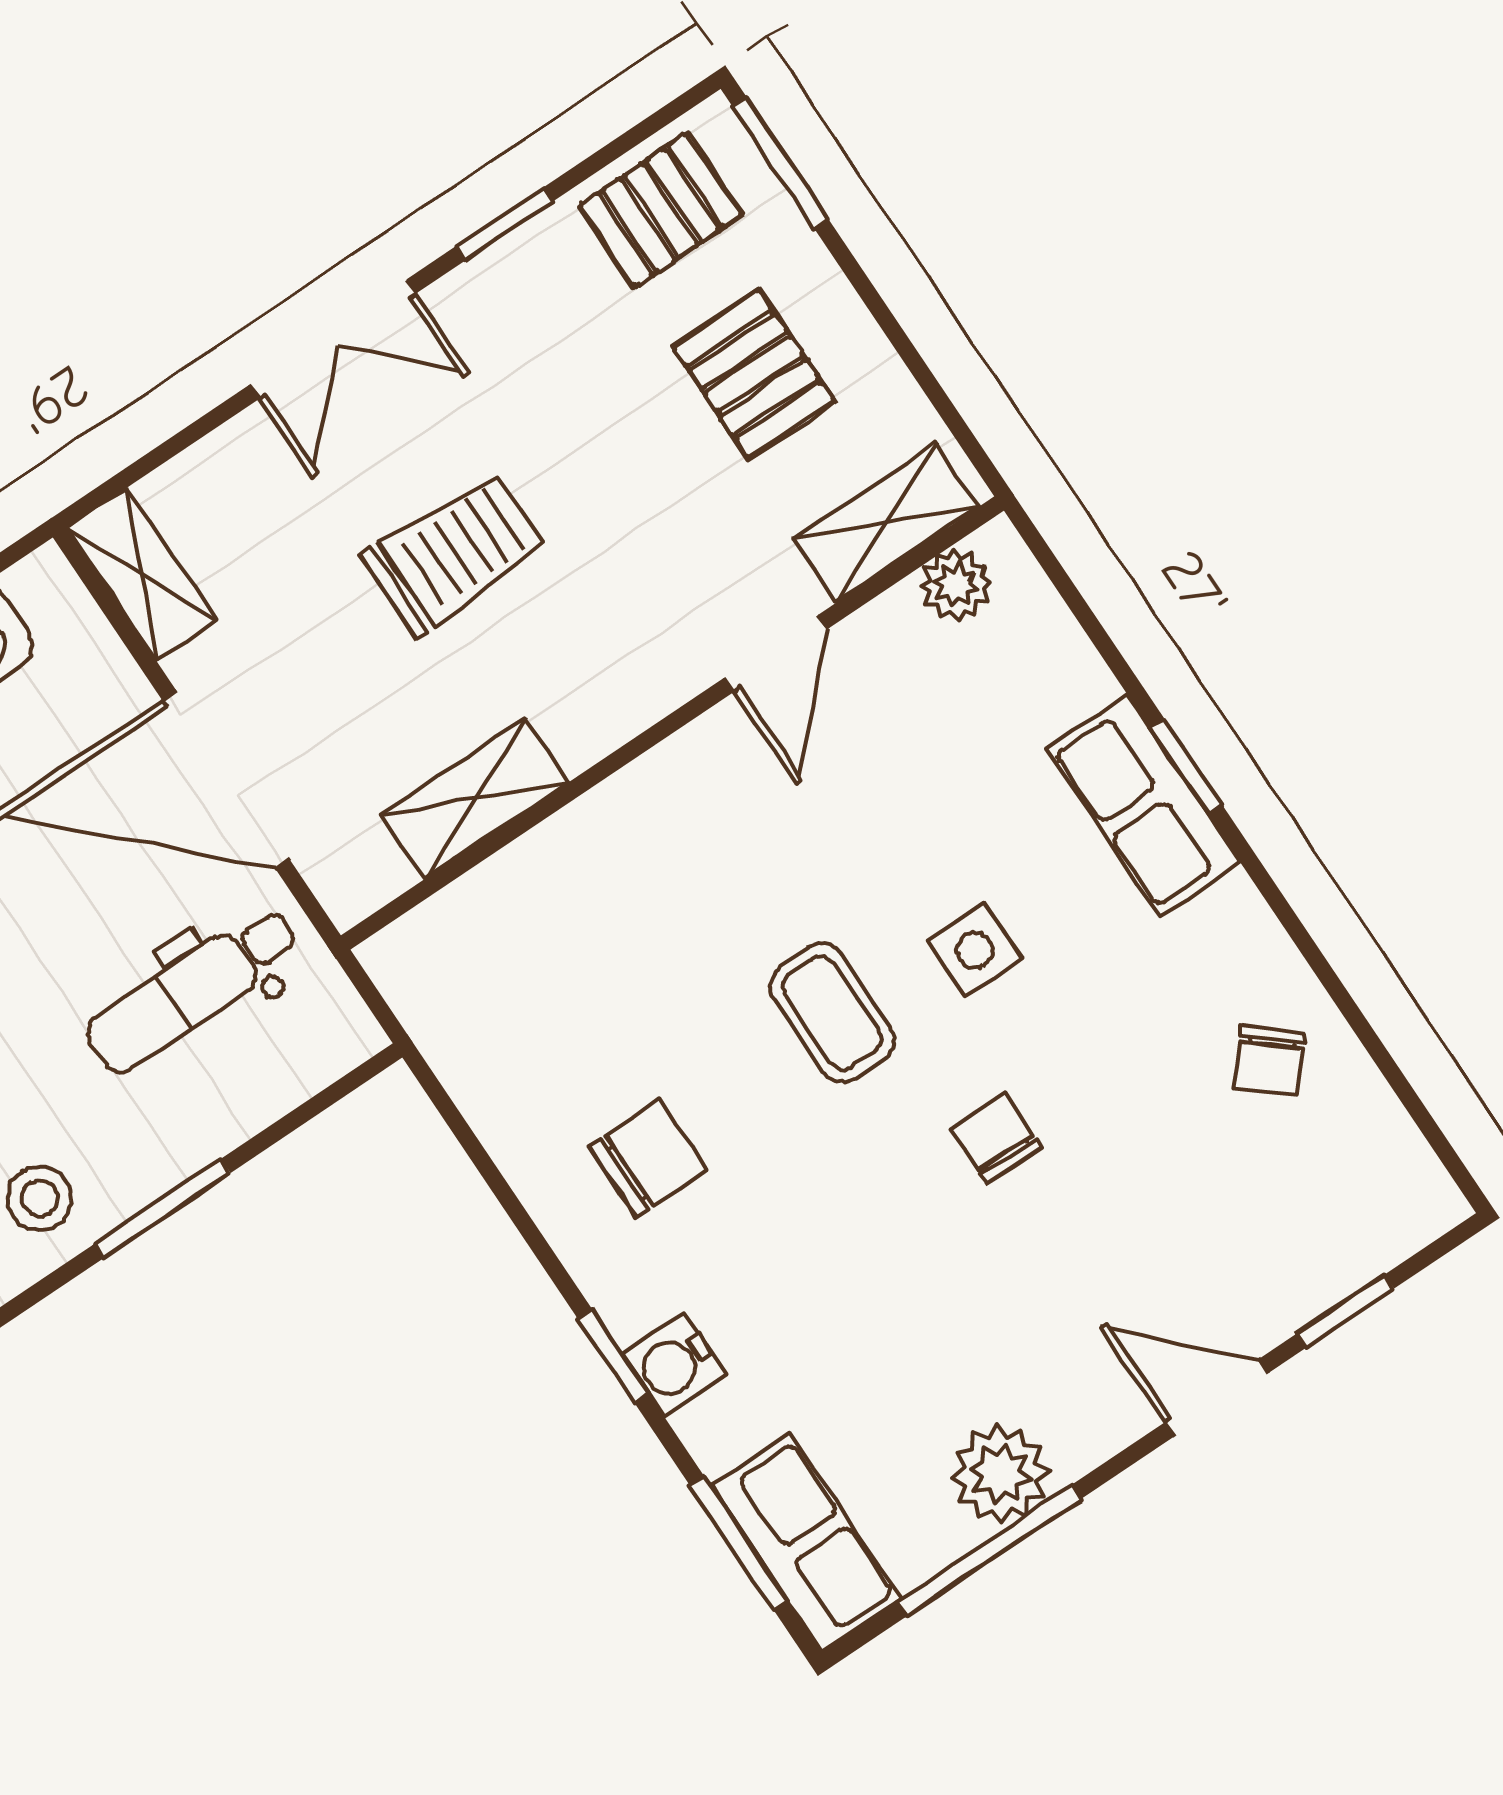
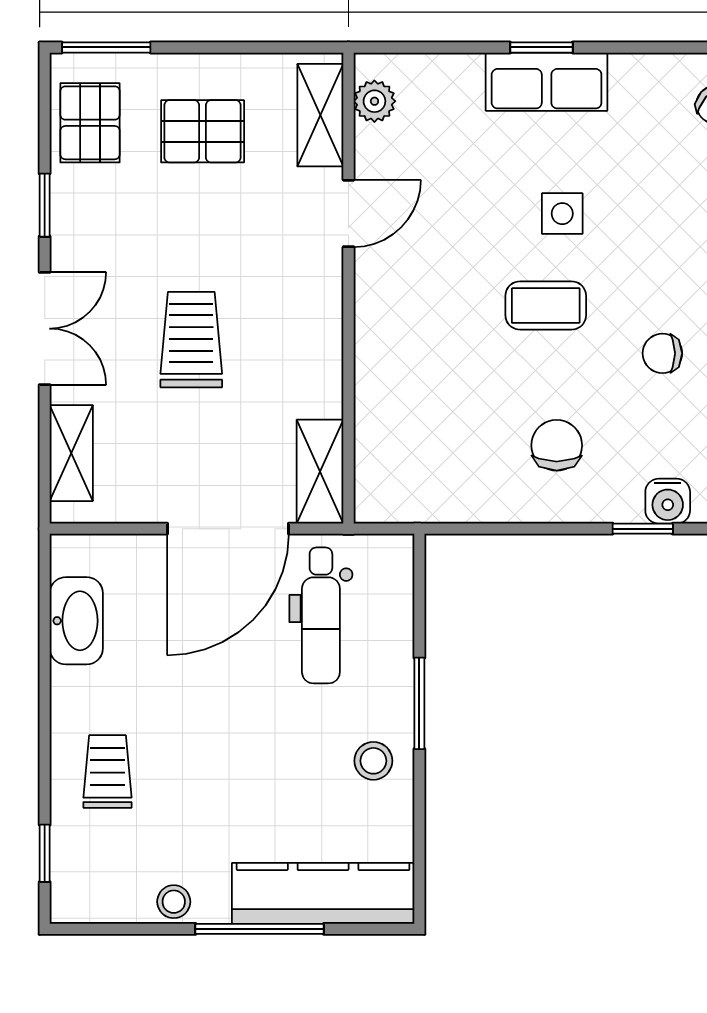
shelving: (142, 574) -> (71, 453), moved, turned 90
door: (776, 653) -> (348, 213), hinge flipped
shelving: (475, 798) -> (320, 472), moved
chair: (996, 1138) -> (662, 353), moved

